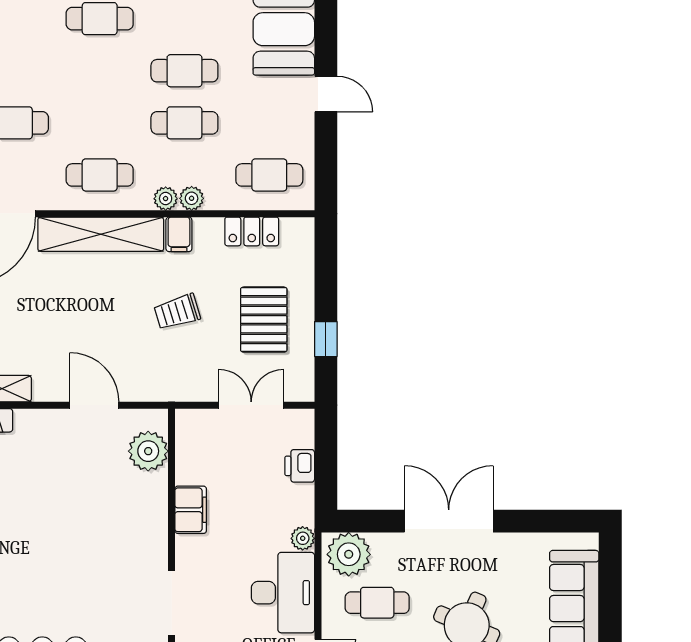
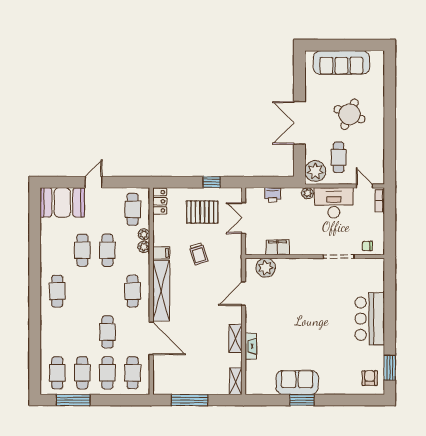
plant: (166, 199) -> (144, 234), moved
locker: (252, 231) -> (160, 201), moved
filing cabinet: (191, 510) -> (277, 247), moved

